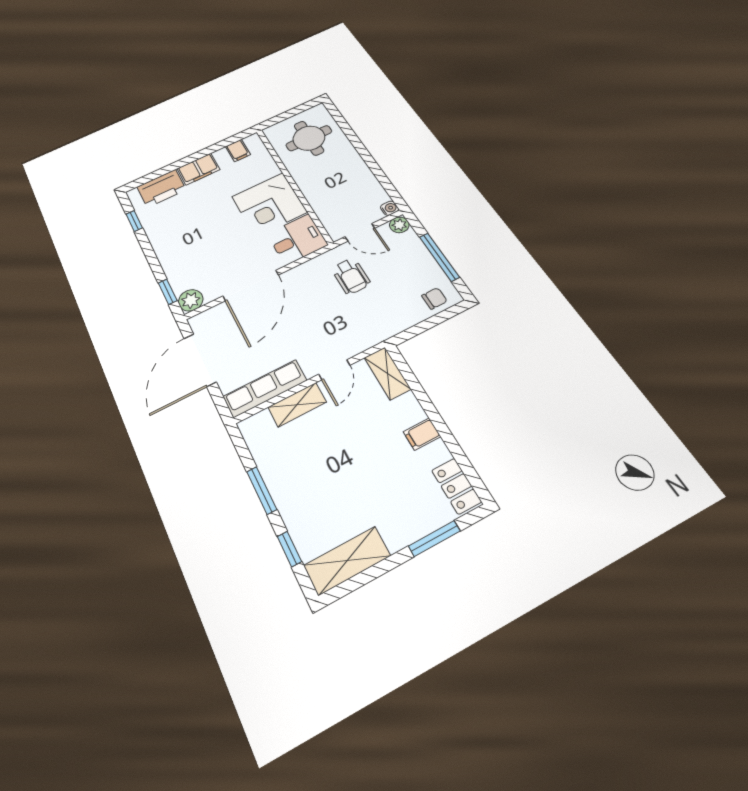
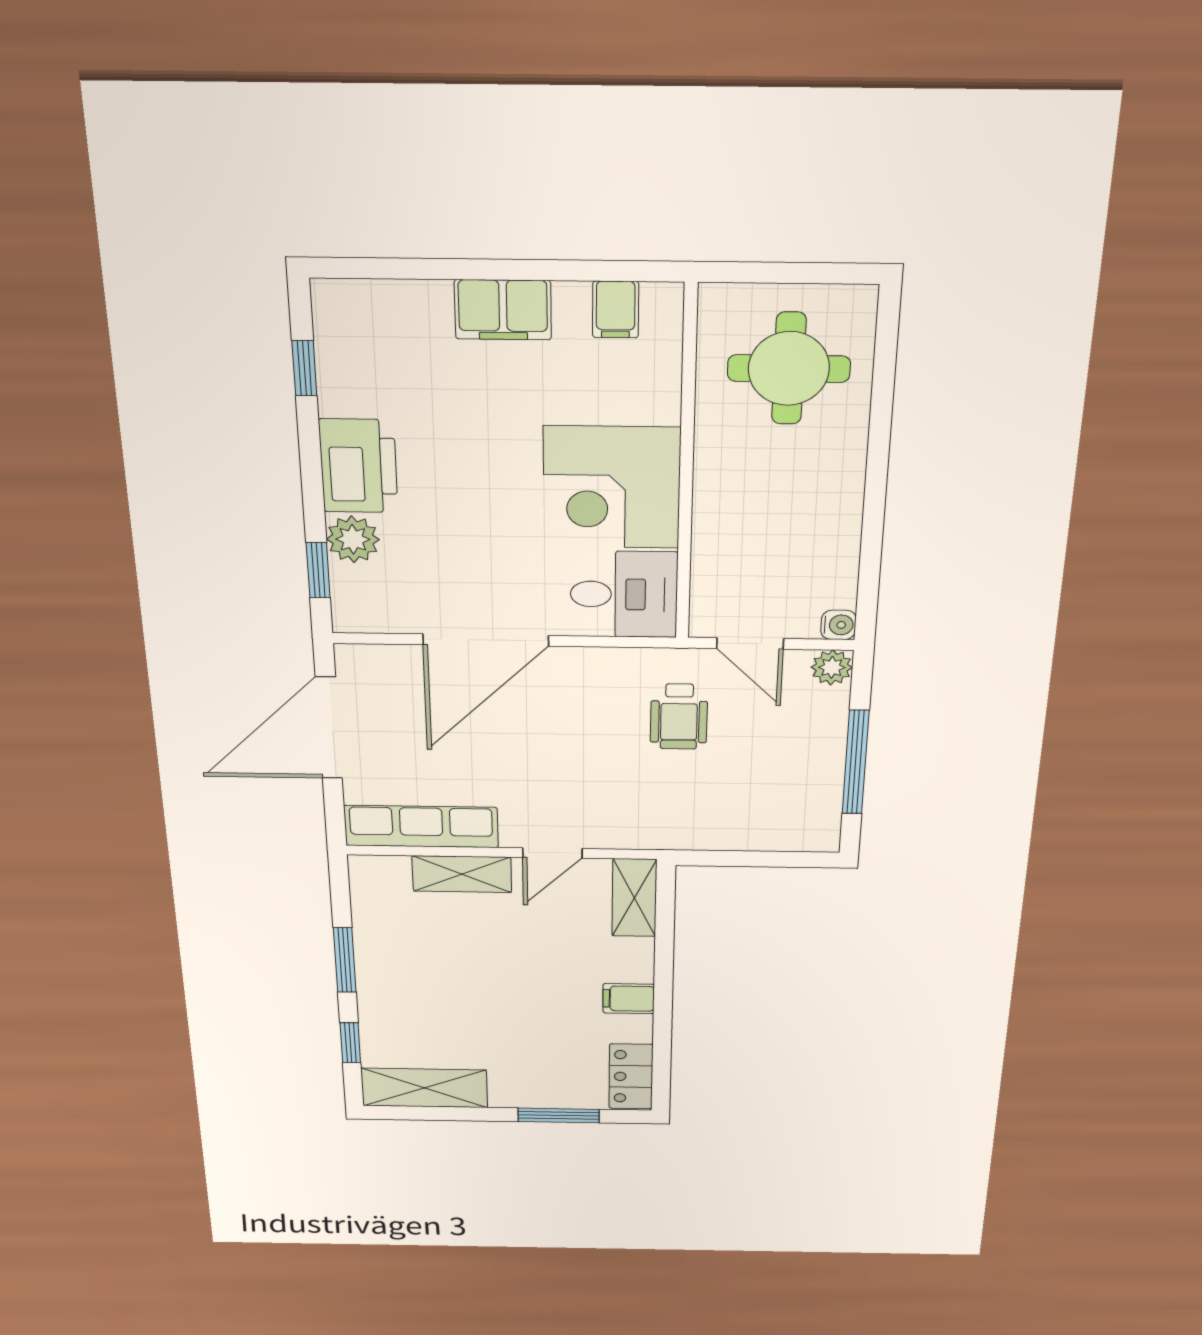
printer: (161, 188) -> (359, 466), moved, turned -90
chair: (434, 298) -> (793, 825), removed
plant: (191, 300) -> (353, 539), moved

